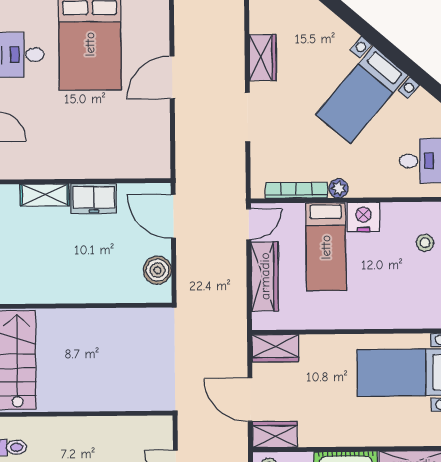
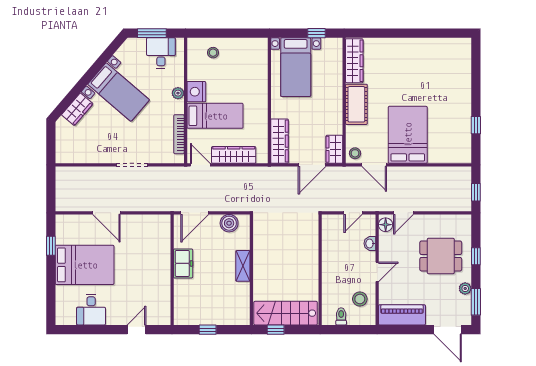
wardrobe: (263, 58) -> (77, 109), moved, turned 131
plant: (339, 188) -> (178, 93), moved
shelving: (45, 195) -> (243, 266), moved
wardrobe: (275, 348) -> (279, 141), width x1.50

